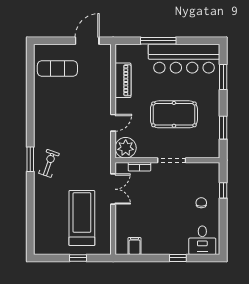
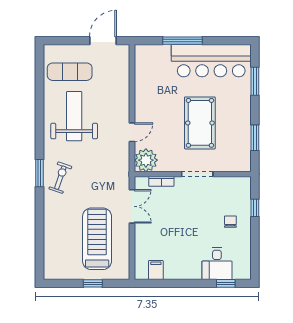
piano: (123, 80) -> (143, 85), removed
weight bench: (61, 108) -> (74, 116), added
pool table: (174, 114) -> (200, 123), turned 90
desk: (202, 240) -> (217, 264), moved
window: (178, 258) -> (226, 283), moved

